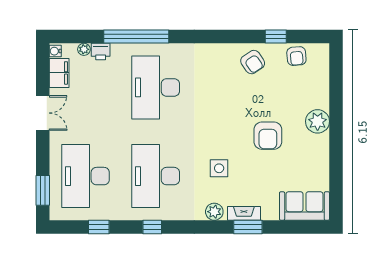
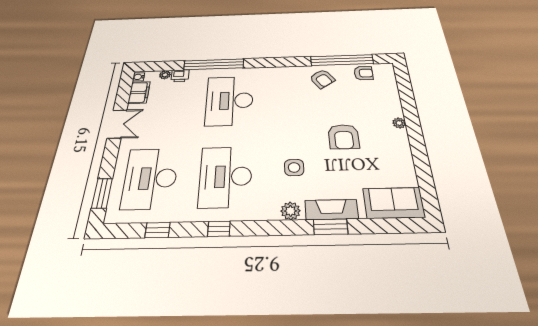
window: (276, 37) -> (342, 60), width x3.17
armchair: (296, 56) -> (363, 73), turned -85
plant: (318, 121) -> (399, 123), width x0.53, depth x0.53
fireplace: (244, 213) -> (331, 210), width x1.37, depth x1.32

